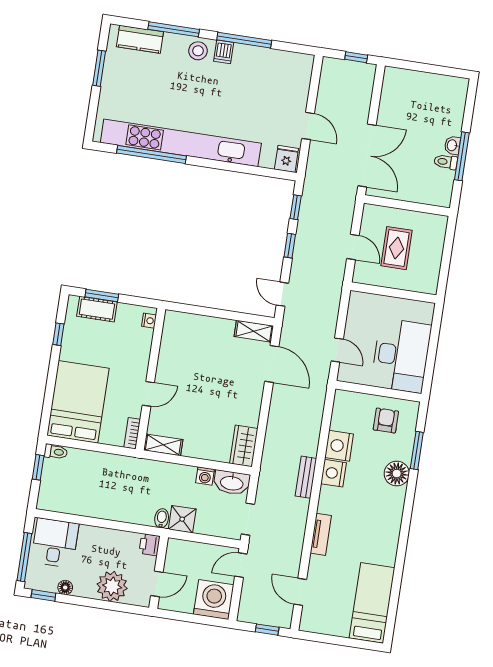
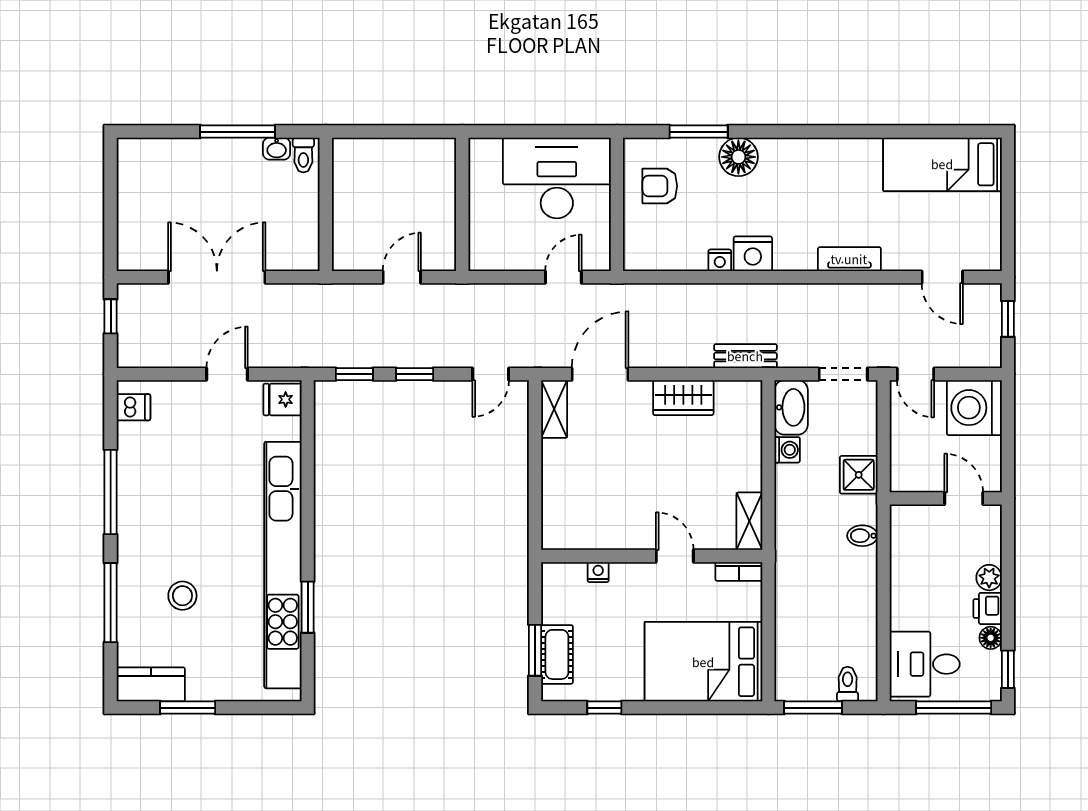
kitchen counter: (140, 39) -> (151, 684), moved, turned -90
stool: (198, 51) -> (182, 596), moved
dishwasher: (224, 52) -> (133, 407), moved
washbasin: (452, 145) -> (277, 149), moved
window: (152, 155) -> (308, 607), width x0.47
double door: (367, 155) -> (217, 277), moved
toilet: (446, 162) -> (303, 155), moved
rug: (396, 248) -> (393, 210), removed
nightstand: (149, 321) -> (598, 572), moved
wardrobe: (244, 446) -> (683, 398), moved
nightstand: (339, 446) -> (720, 260), width x0.53, depth x0.56
toilet: (56, 452) -> (848, 684), moved
window: (38, 467) -> (813, 708), width x1.50
bench: (306, 477) -> (745, 356), moved
bidet: (162, 518) -> (862, 536), moved
printer: (150, 545) -> (988, 608), moved, turned 90
plant: (112, 586) -> (989, 578), width x0.53, depth x0.53
door: (300, 592) -> (942, 277), hinge flipped

